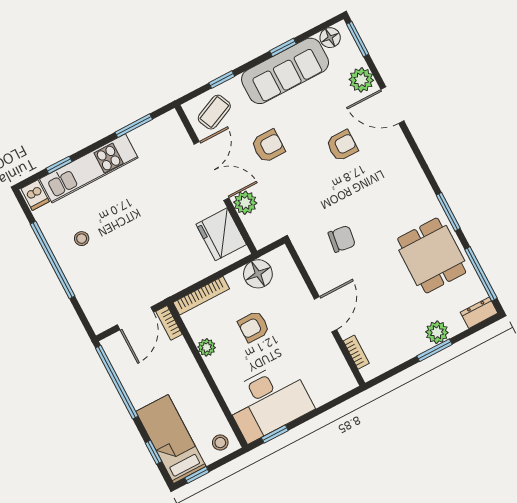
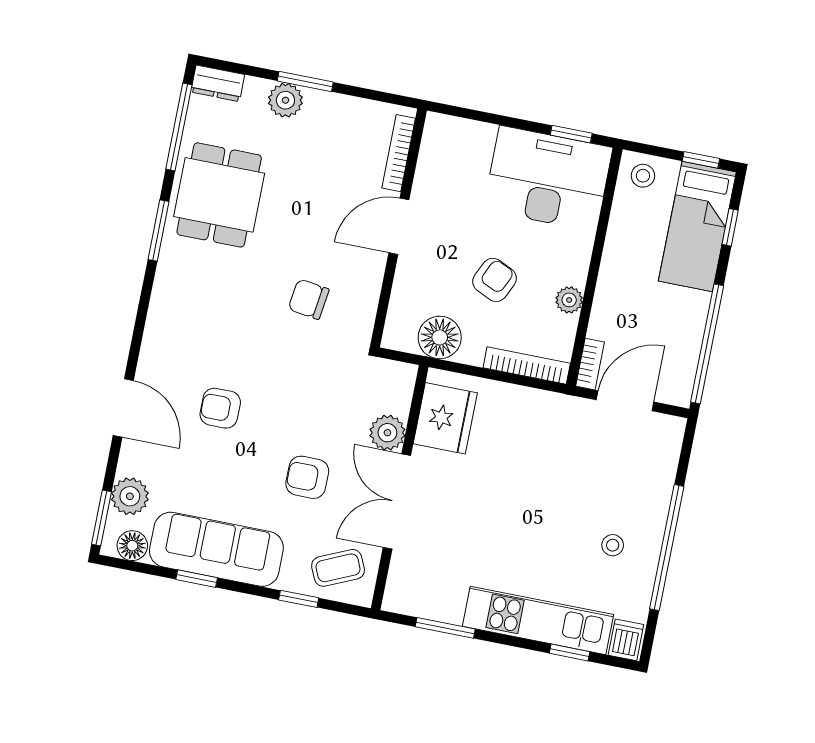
plant: (361, 80) -> (130, 496), moved
armchair: (254, 327) -> (494, 280), turned -65
bookcase: (356, 352) -> (399, 153), width x1.56

